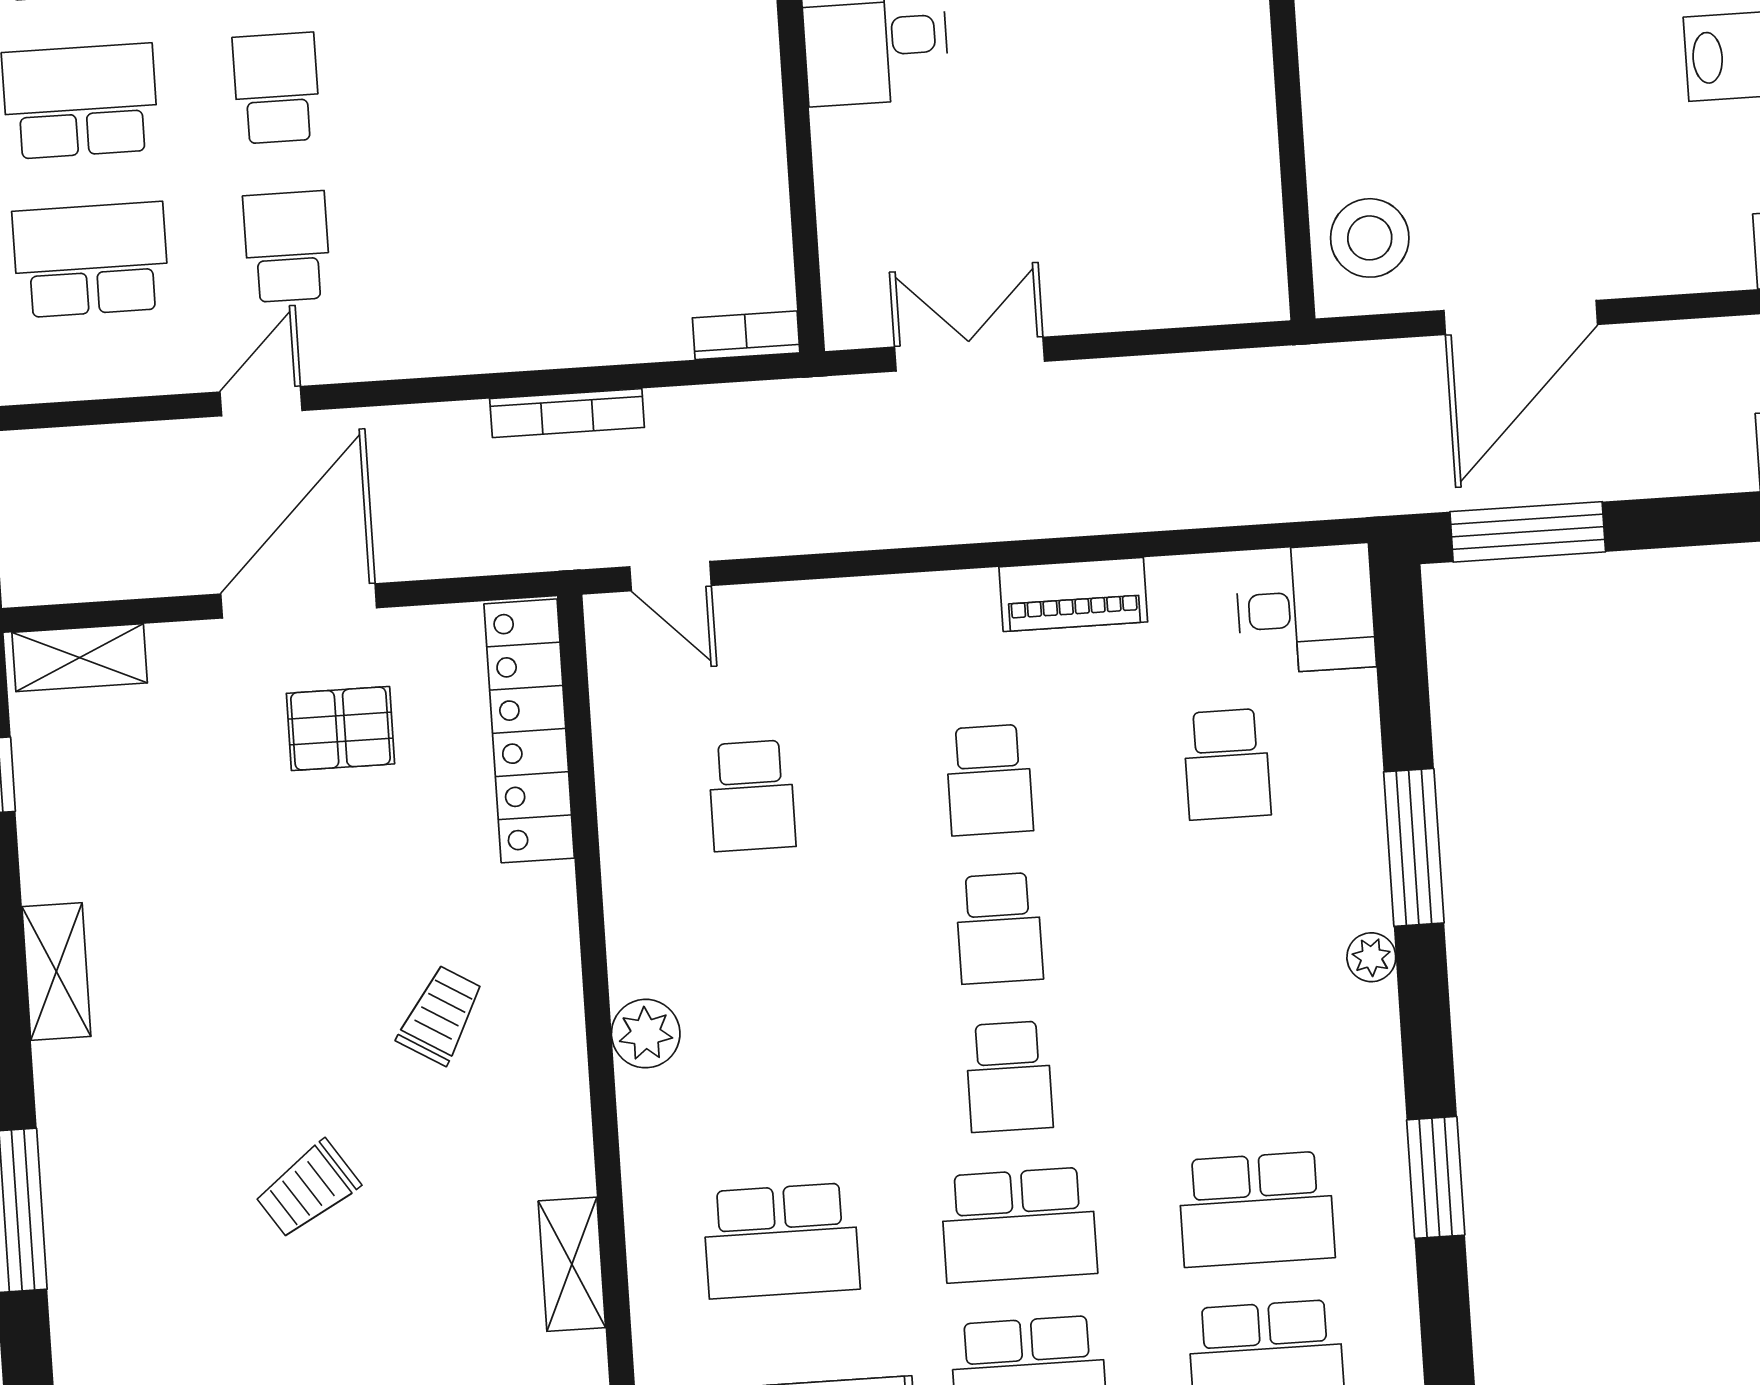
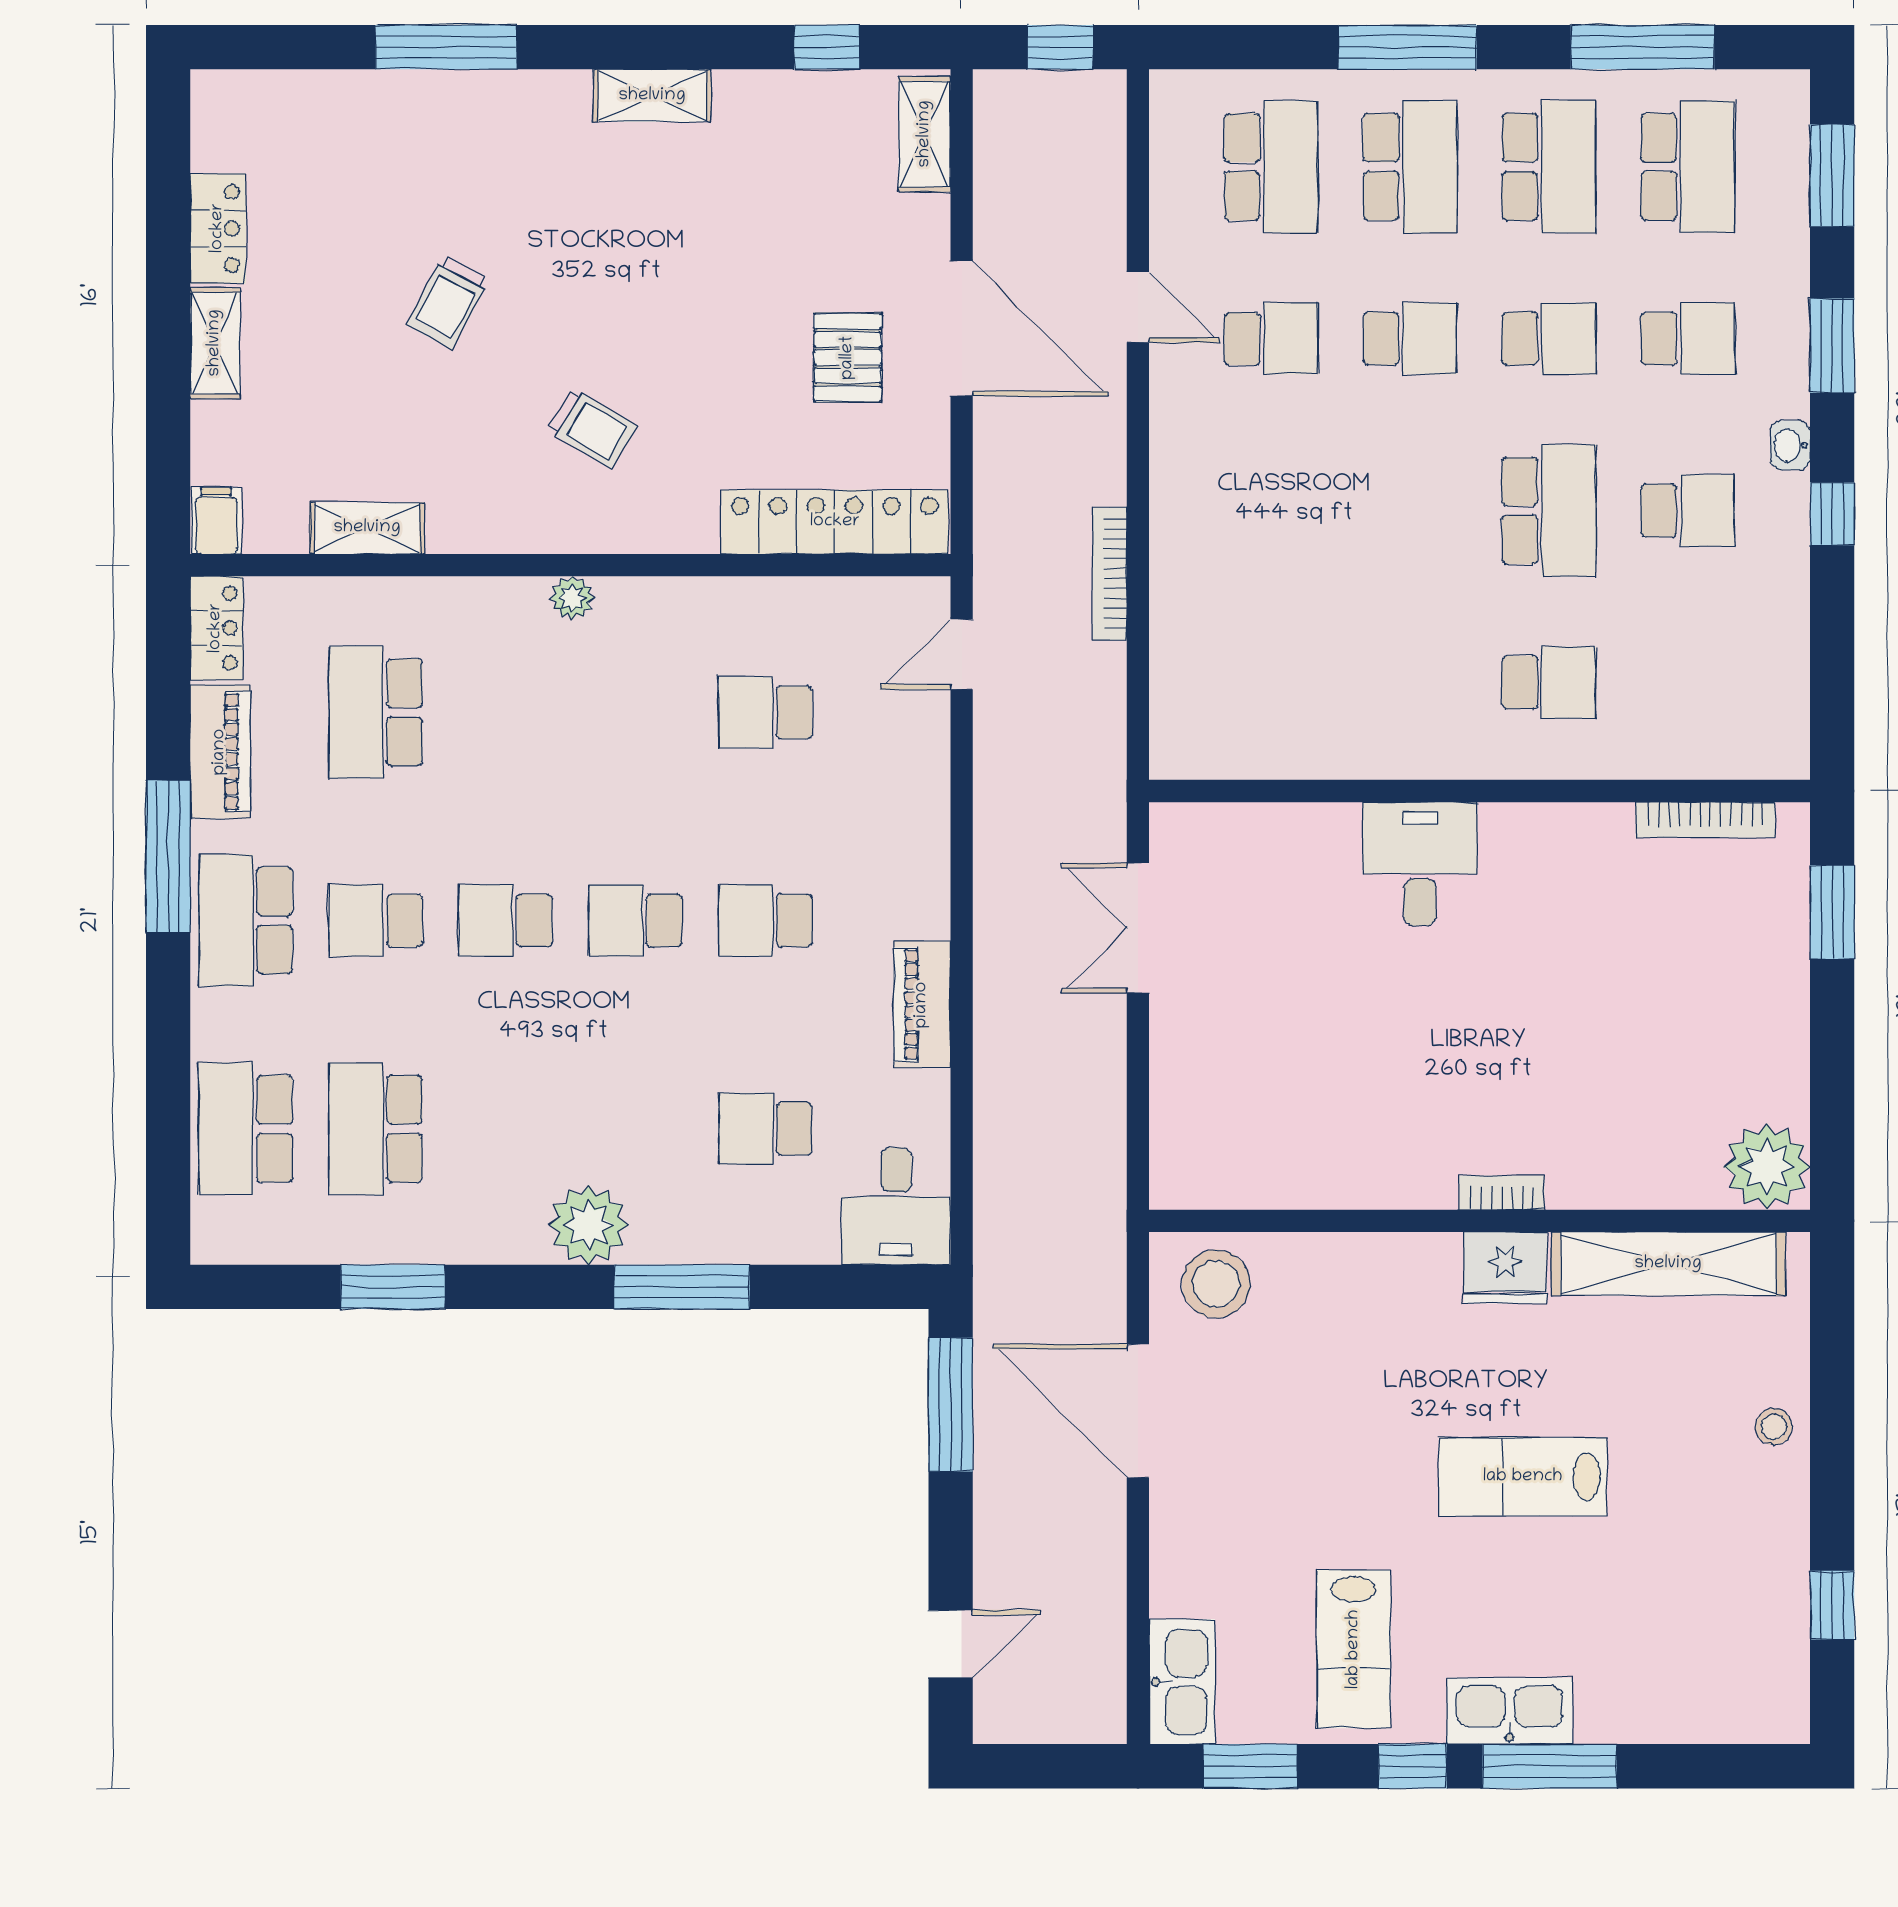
bookcase: (746, 335) -> (1167, 734), removed
double door: (970, 354) -> (1138, 928), swing flipped
plant: (1371, 957) -> (589, 1225), width x1.87, depth x1.87
plant: (646, 1034) -> (572, 598), width x0.73, depth x0.73
trolley: (307, 1189) -> (448, 302), turned -118
school desk: (1019, 1225) -> (375, 920), width x0.54

